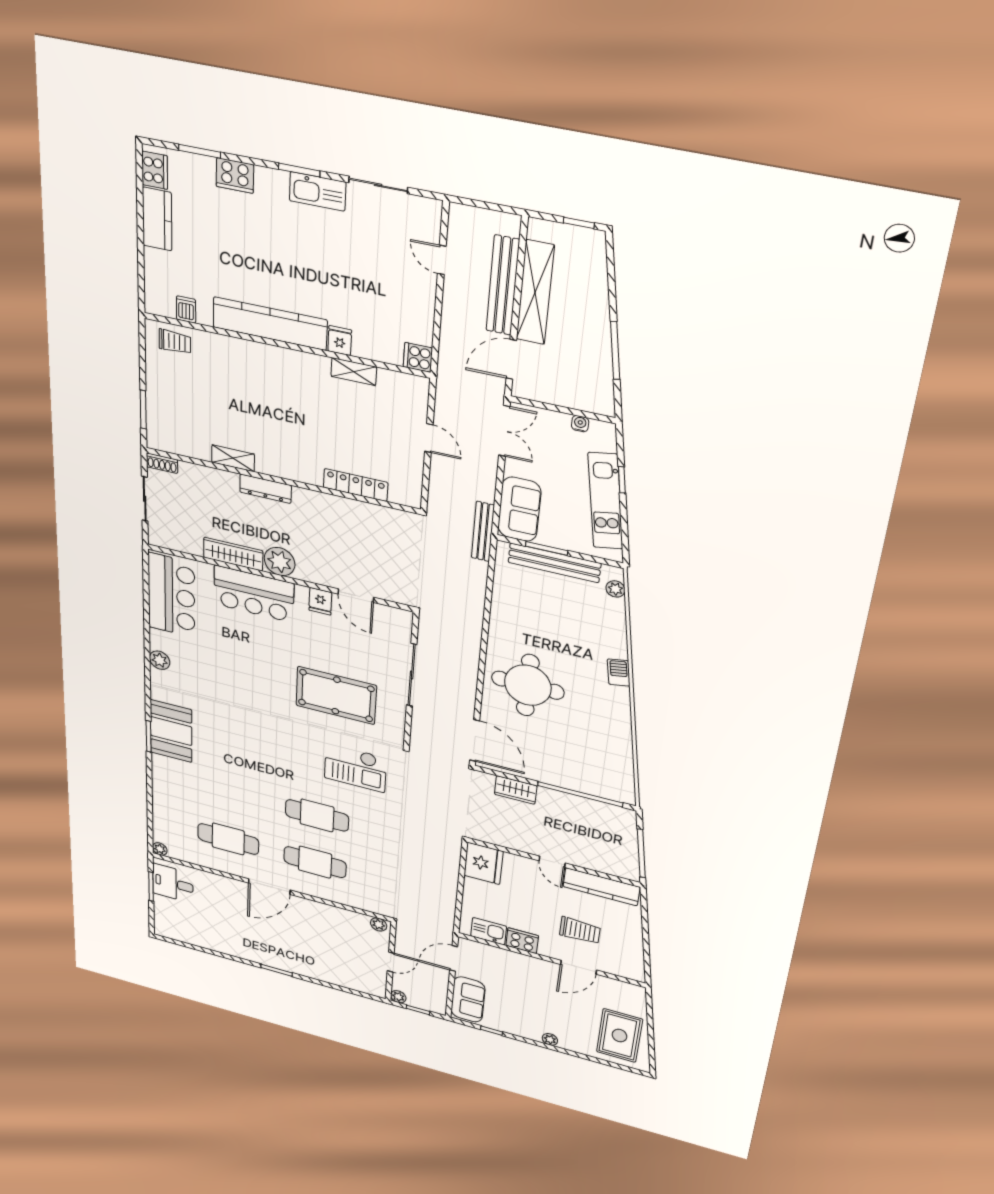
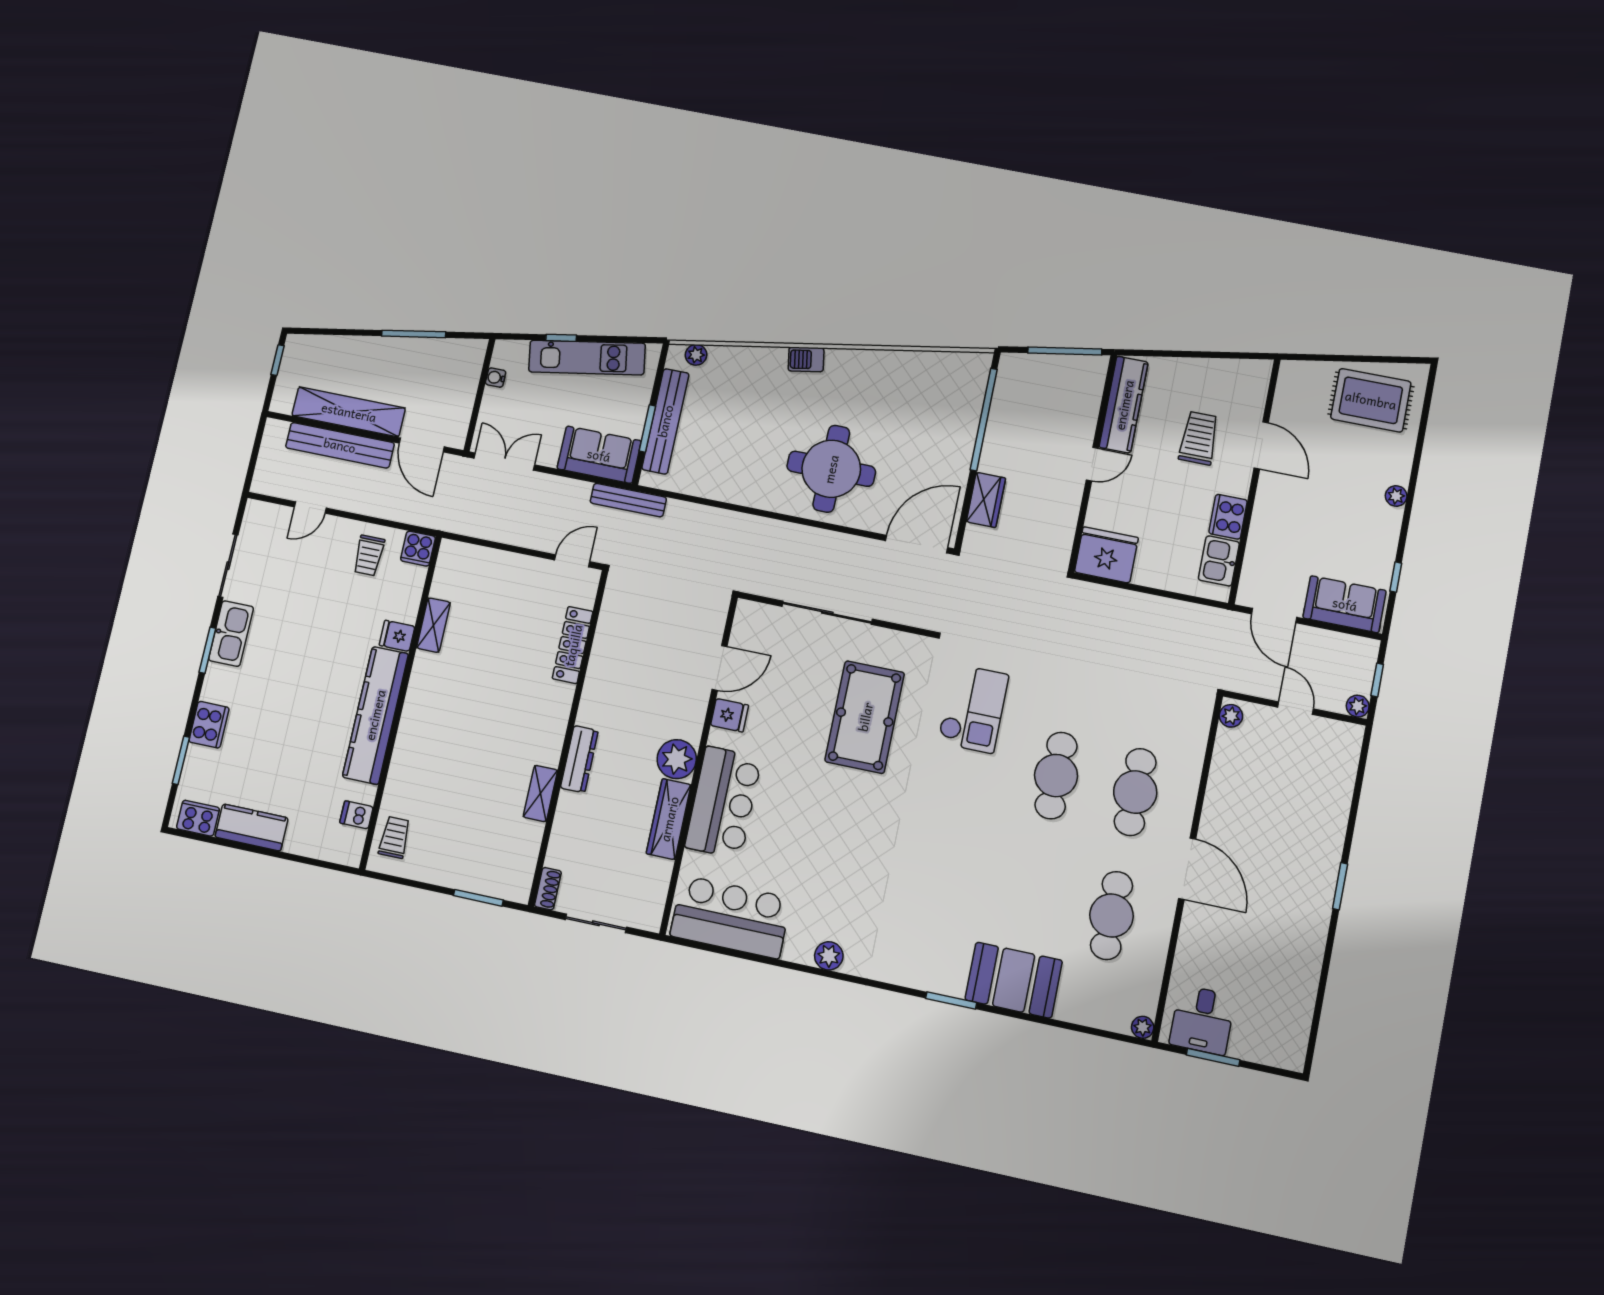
trolley: (406, 314) -> (369, 556), added
door: (429, 438) -> (572, 561), moved
booth: (171, 731) -> (1014, 980), moved

